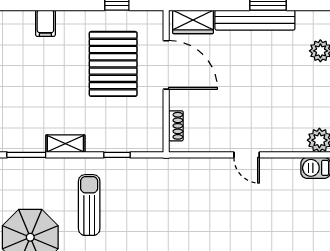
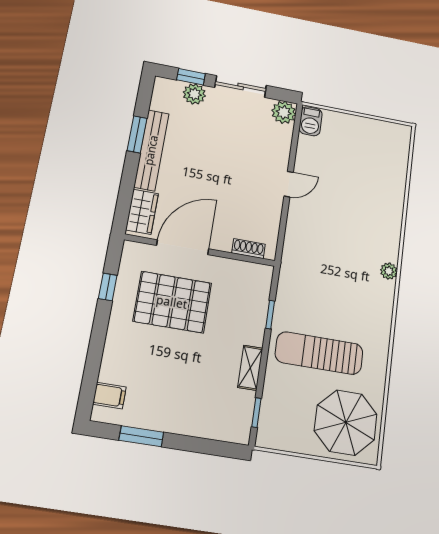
filing cabinet: (45, 23) -> (109, 396), moved
window: (26, 155) -> (256, 413), width x0.67
sun lounger: (89, 205) -> (319, 353), width x1.36, depth x1.34

